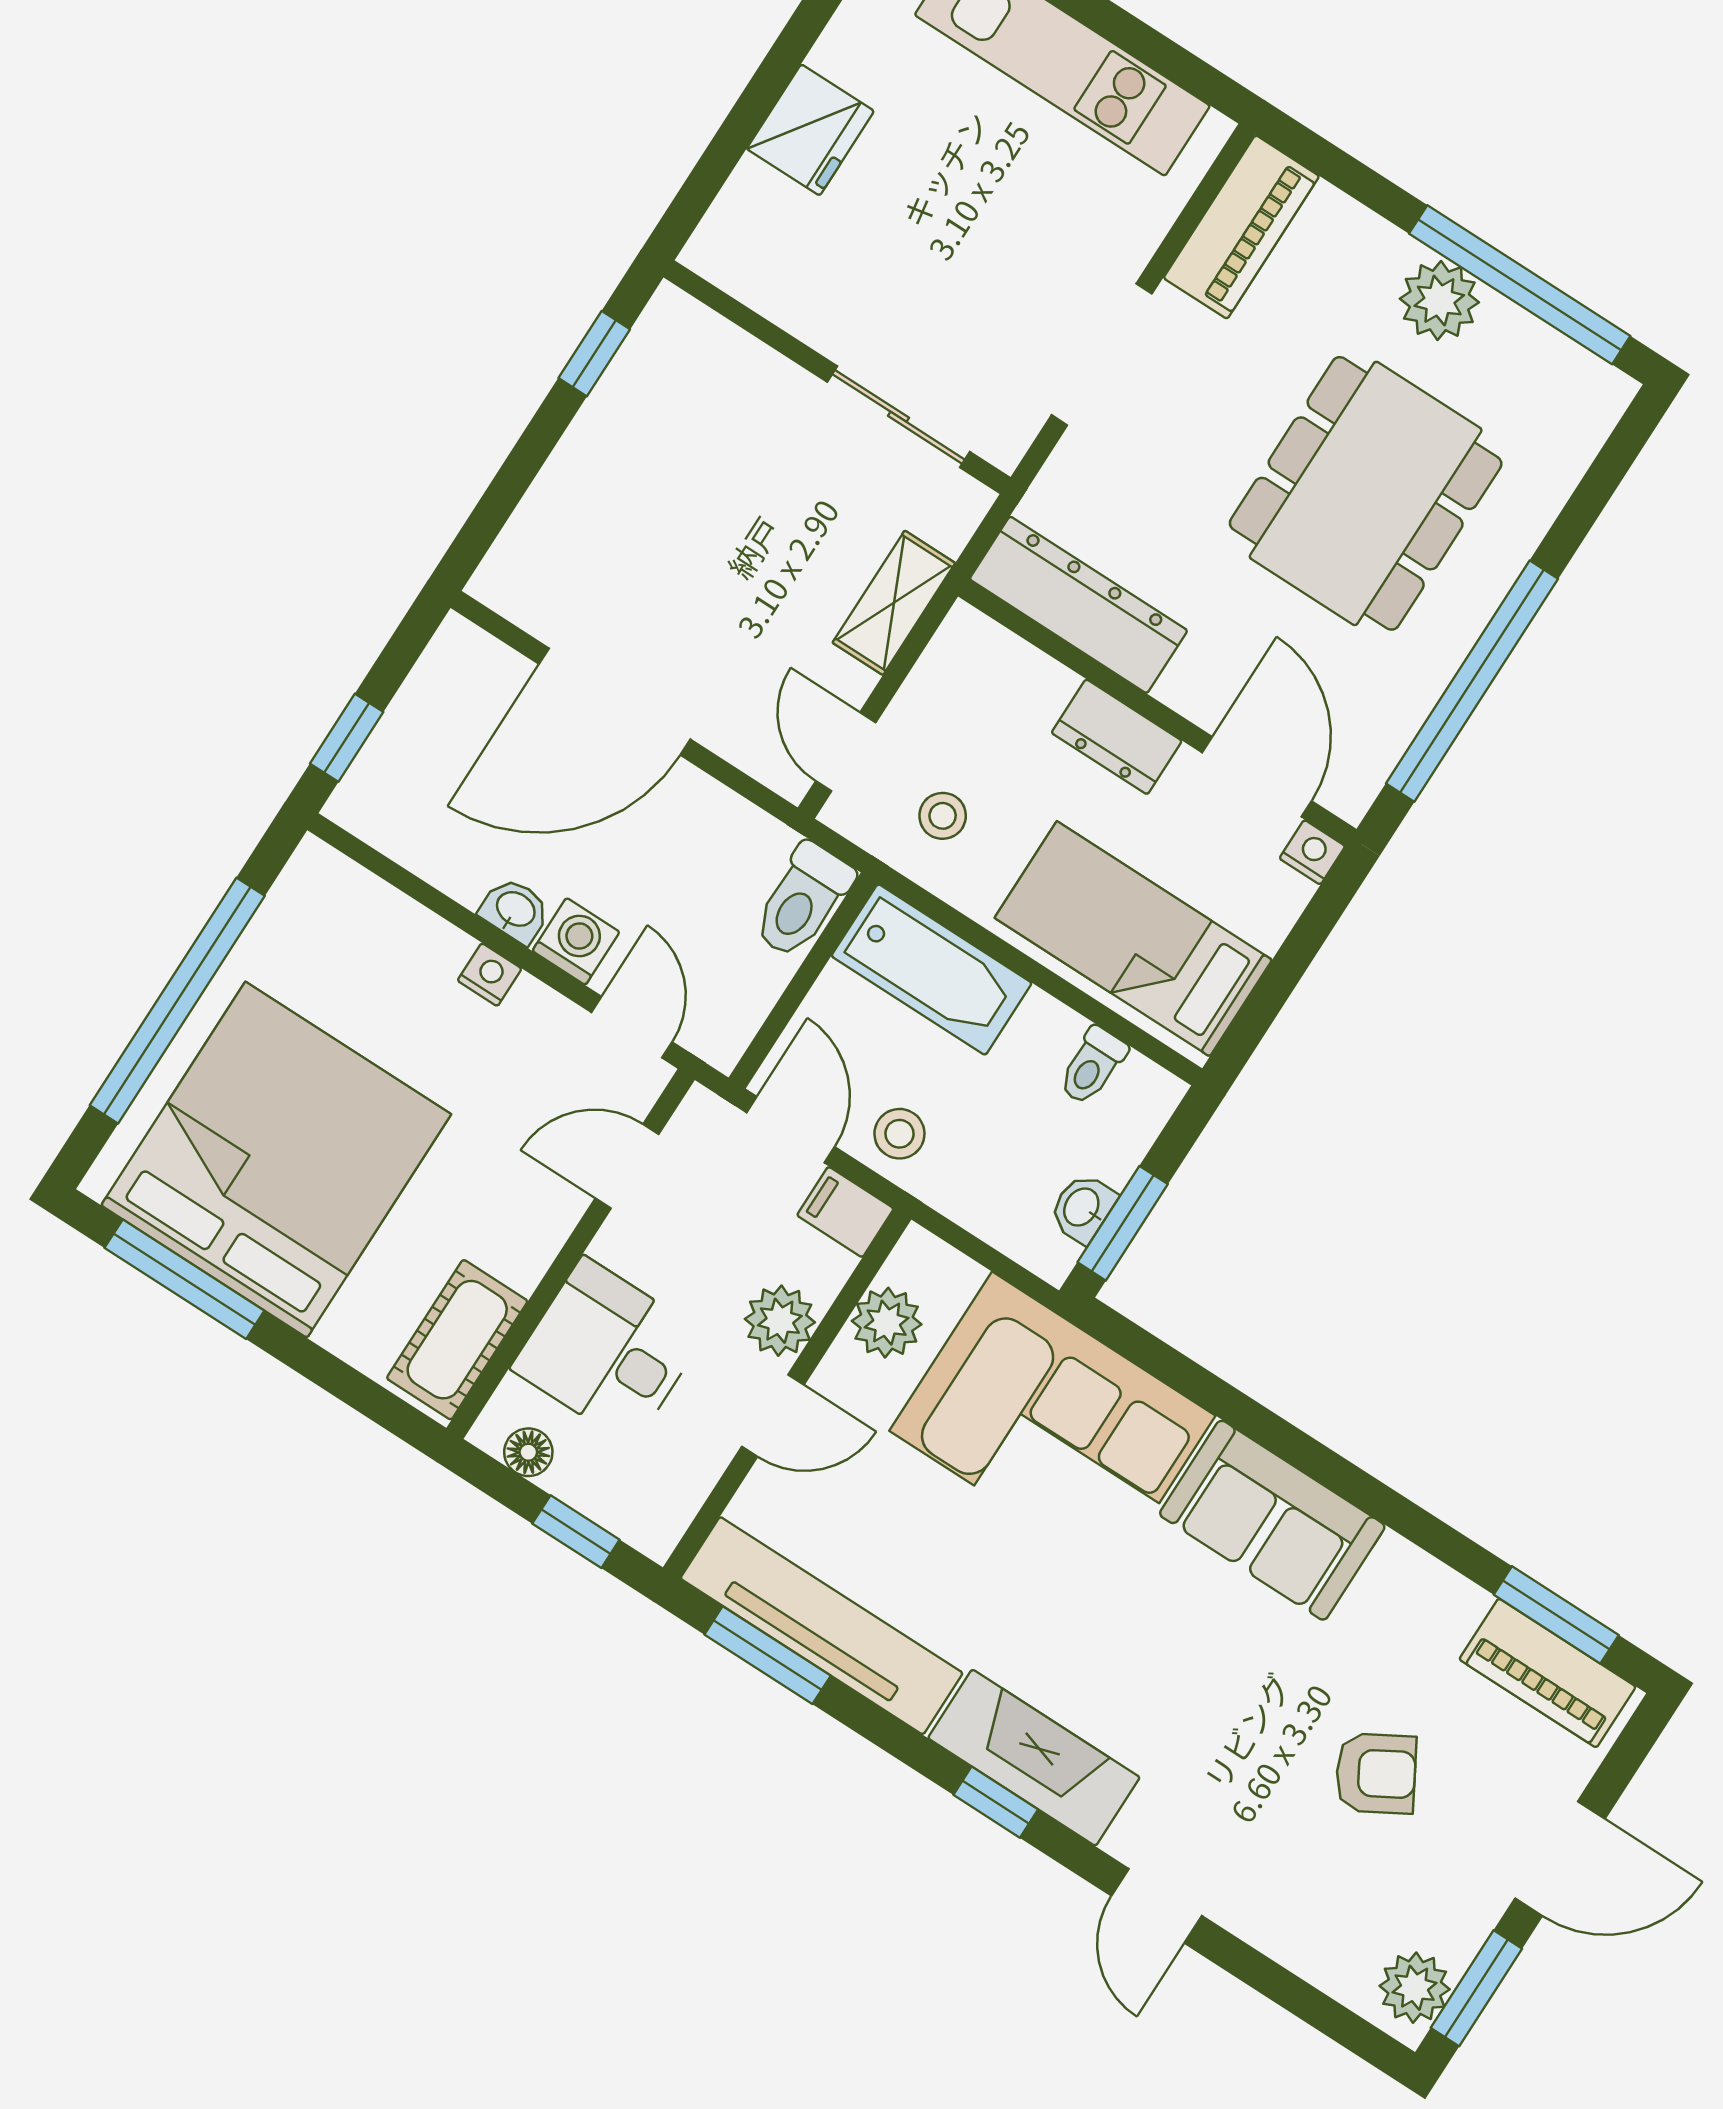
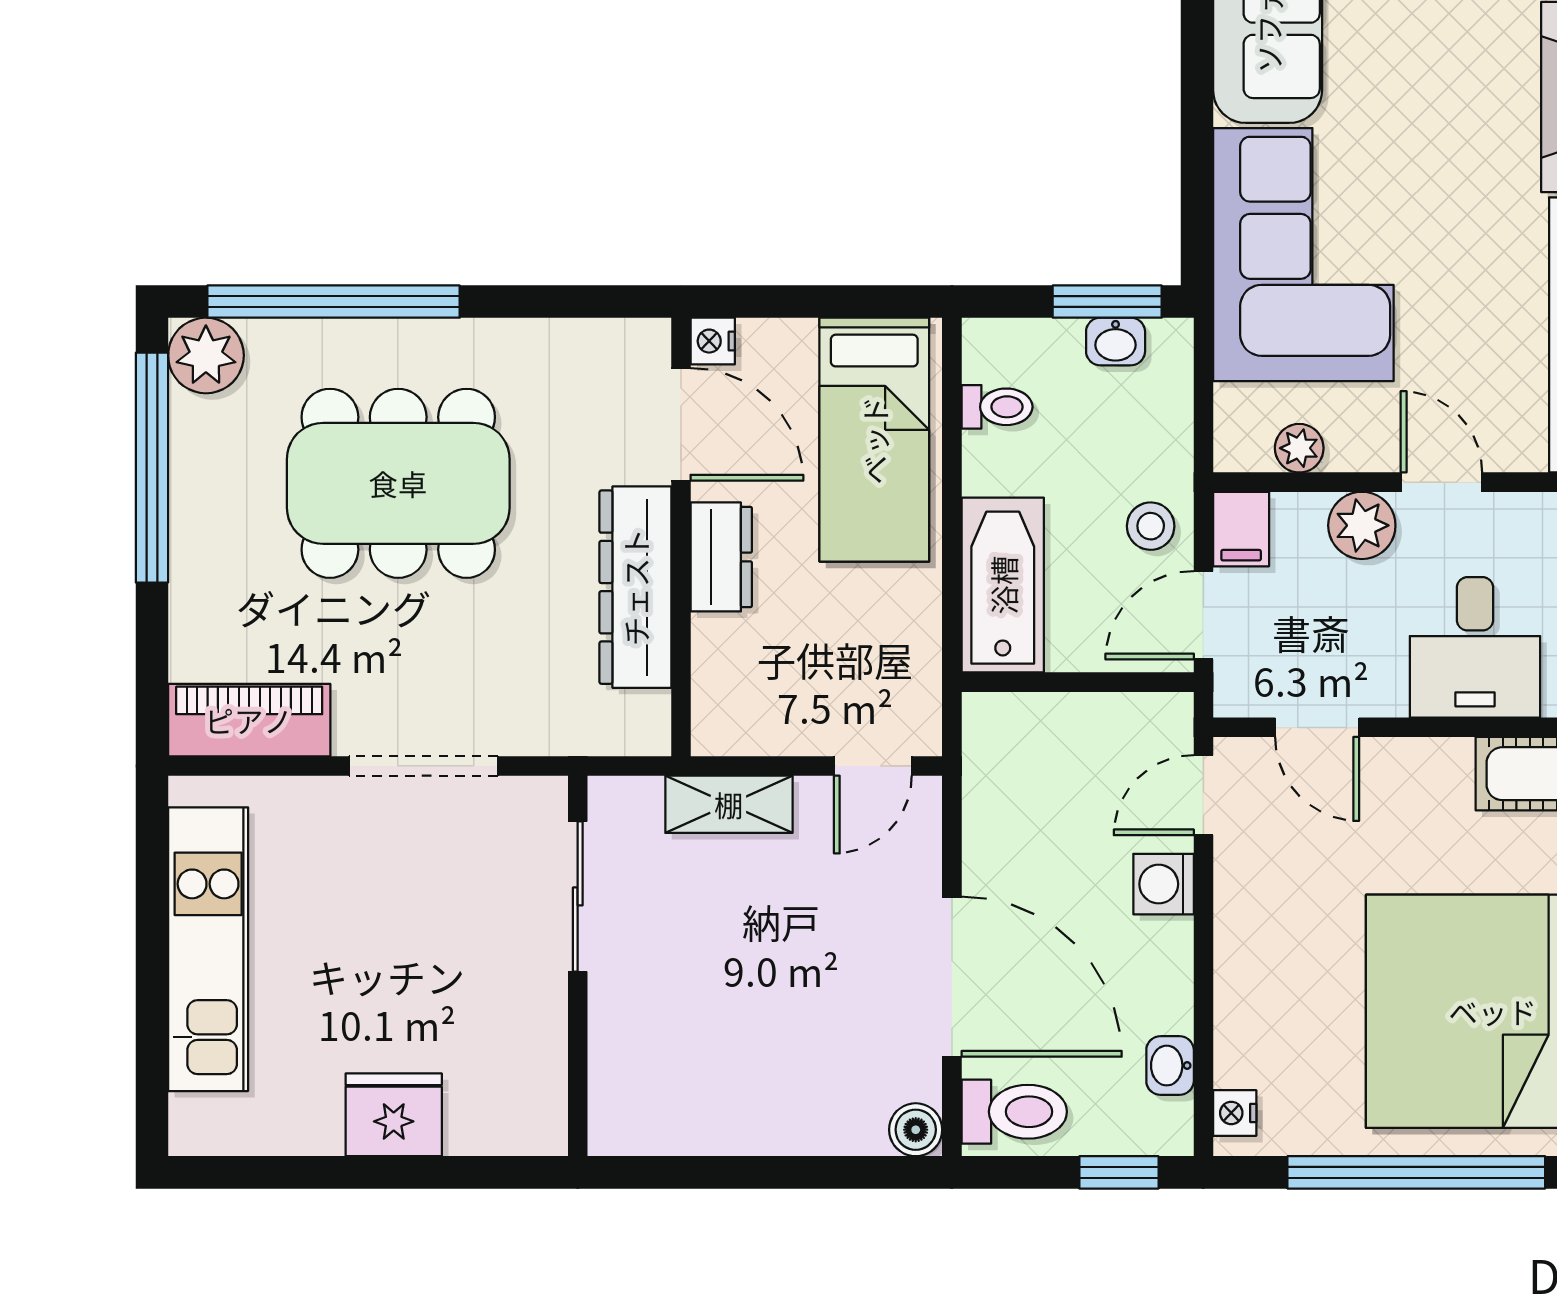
plant: (1439, 300) -> (206, 355), moved
window: (594, 354) -> (684, 1172), removed
boiler: (500, 583) -> (916, 1130), added
dresser: (1078, 605) -> (635, 587), moved
window: (1472, 681) -> (334, 302), moved
door: (1257, 777) -> (681, 424), swing flipped
stool: (943, 816) -> (874, 655), removed
toilet: (803, 901) -> (1014, 1112), moved
washbasin: (515, 910) -> (1170, 1066), moved
nightstand: (490, 975) -> (1235, 1113), moved
plant: (887, 1323) -> (1299, 448), width x0.73, depth x0.73

